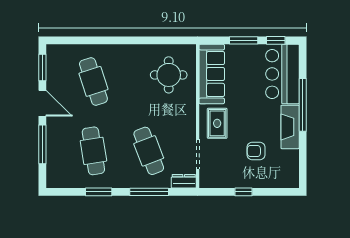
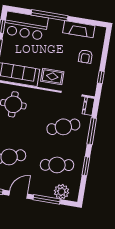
fireplace: (290, 127) -> (79, 29), moved
armchair: (256, 151) -> (85, 56), moved
plant: (57, 164) -> (62, 192), added
window: (243, 192) -> (101, 77), moved

